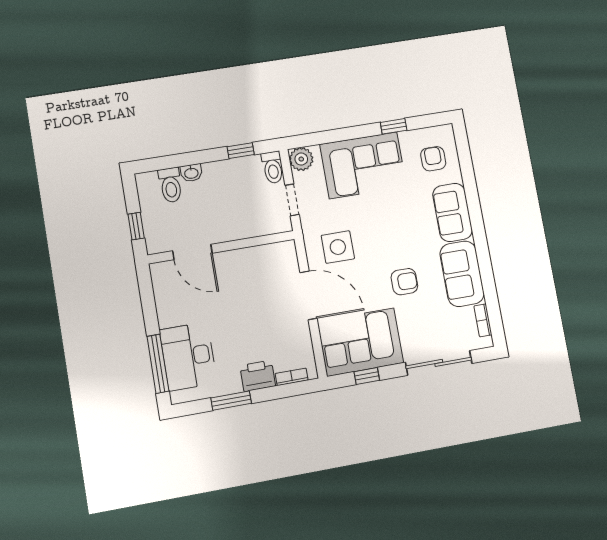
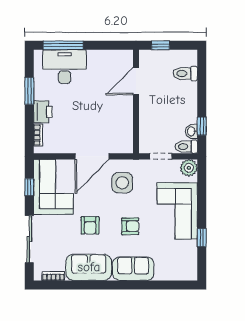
armchair: (433, 159) -> (130, 226), moved
washbasin: (191, 173) -> (192, 131), moved

